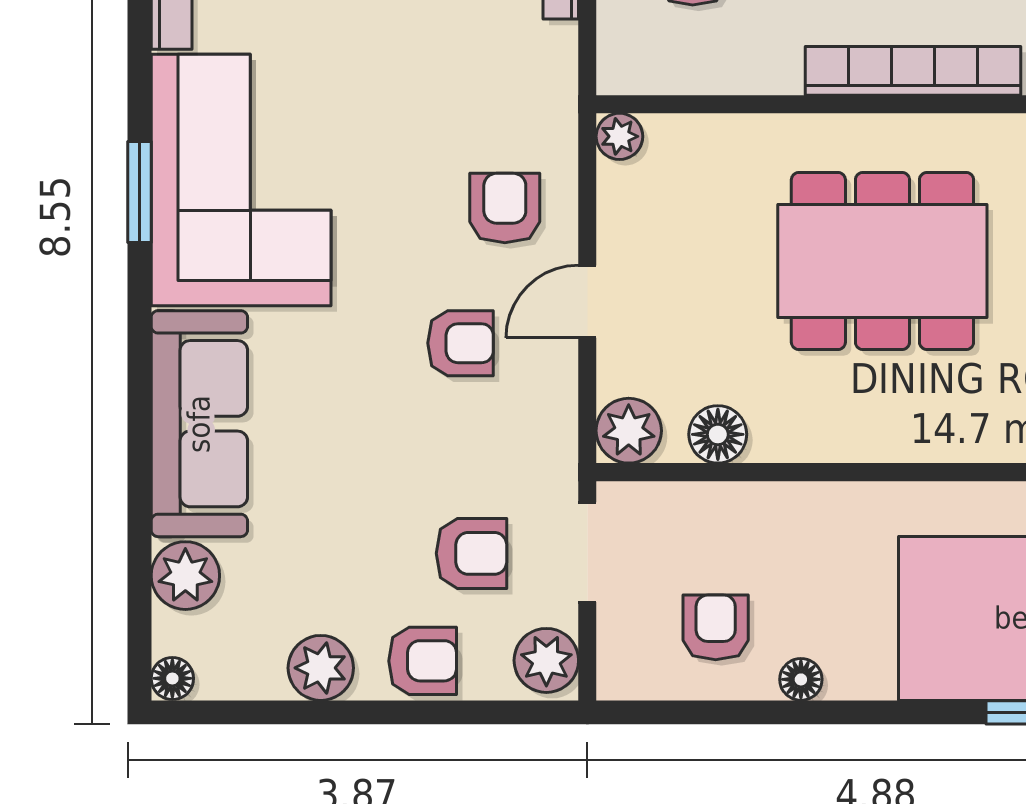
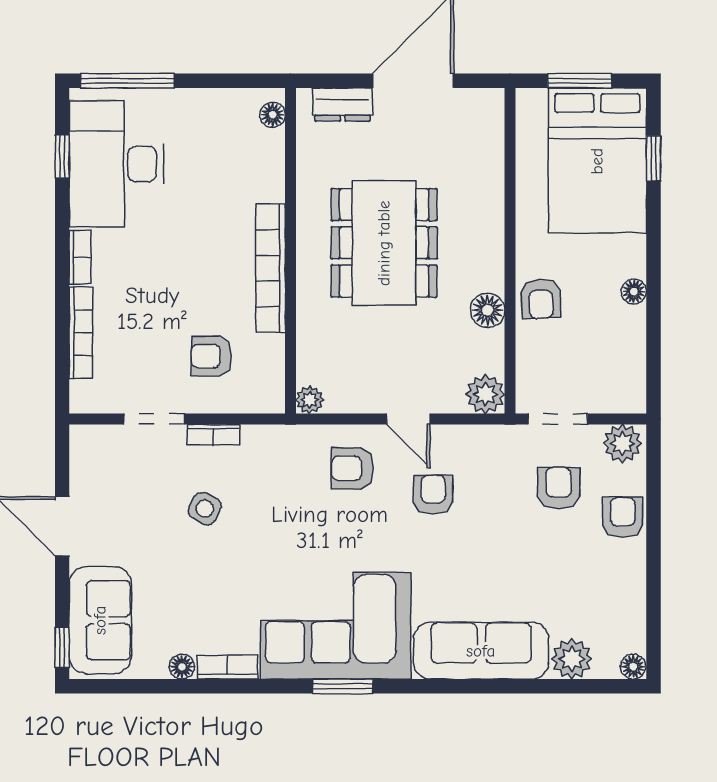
bookcase: (913, 71) -> (271, 268), moved
floor lamp: (718, 434) -> (488, 310), moved
armchair: (716, 627) -> (541, 299), moved, turned -93
plant: (321, 668) -> (627, 578), removed

